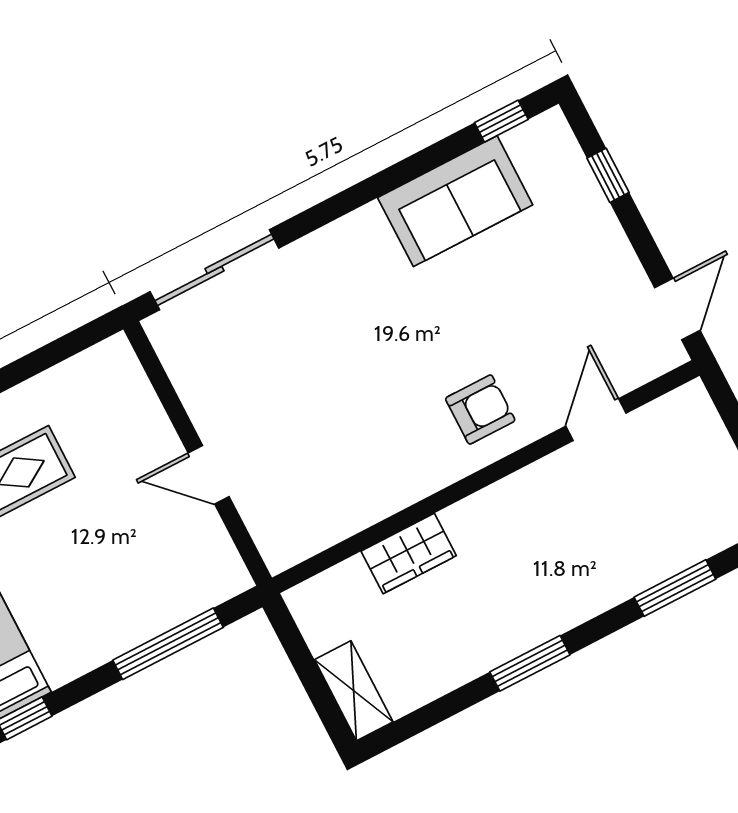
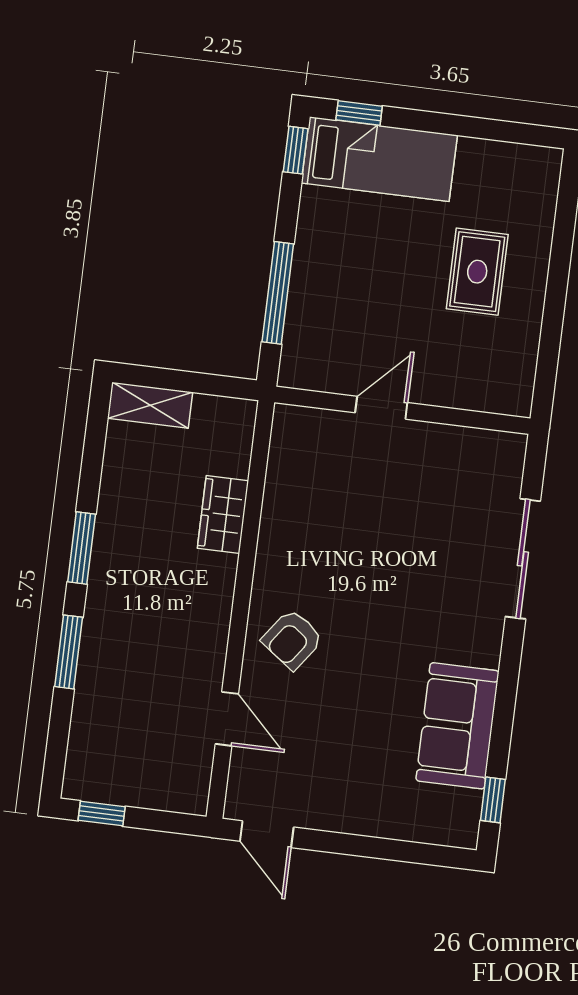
window: (608, 175) -> (399, 851), removed
sliding door: (214, 270) -> (523, 559), moved
armchair: (480, 409) -> (292, 639), turned 36
window: (675, 588) -> (69, 652), moved

